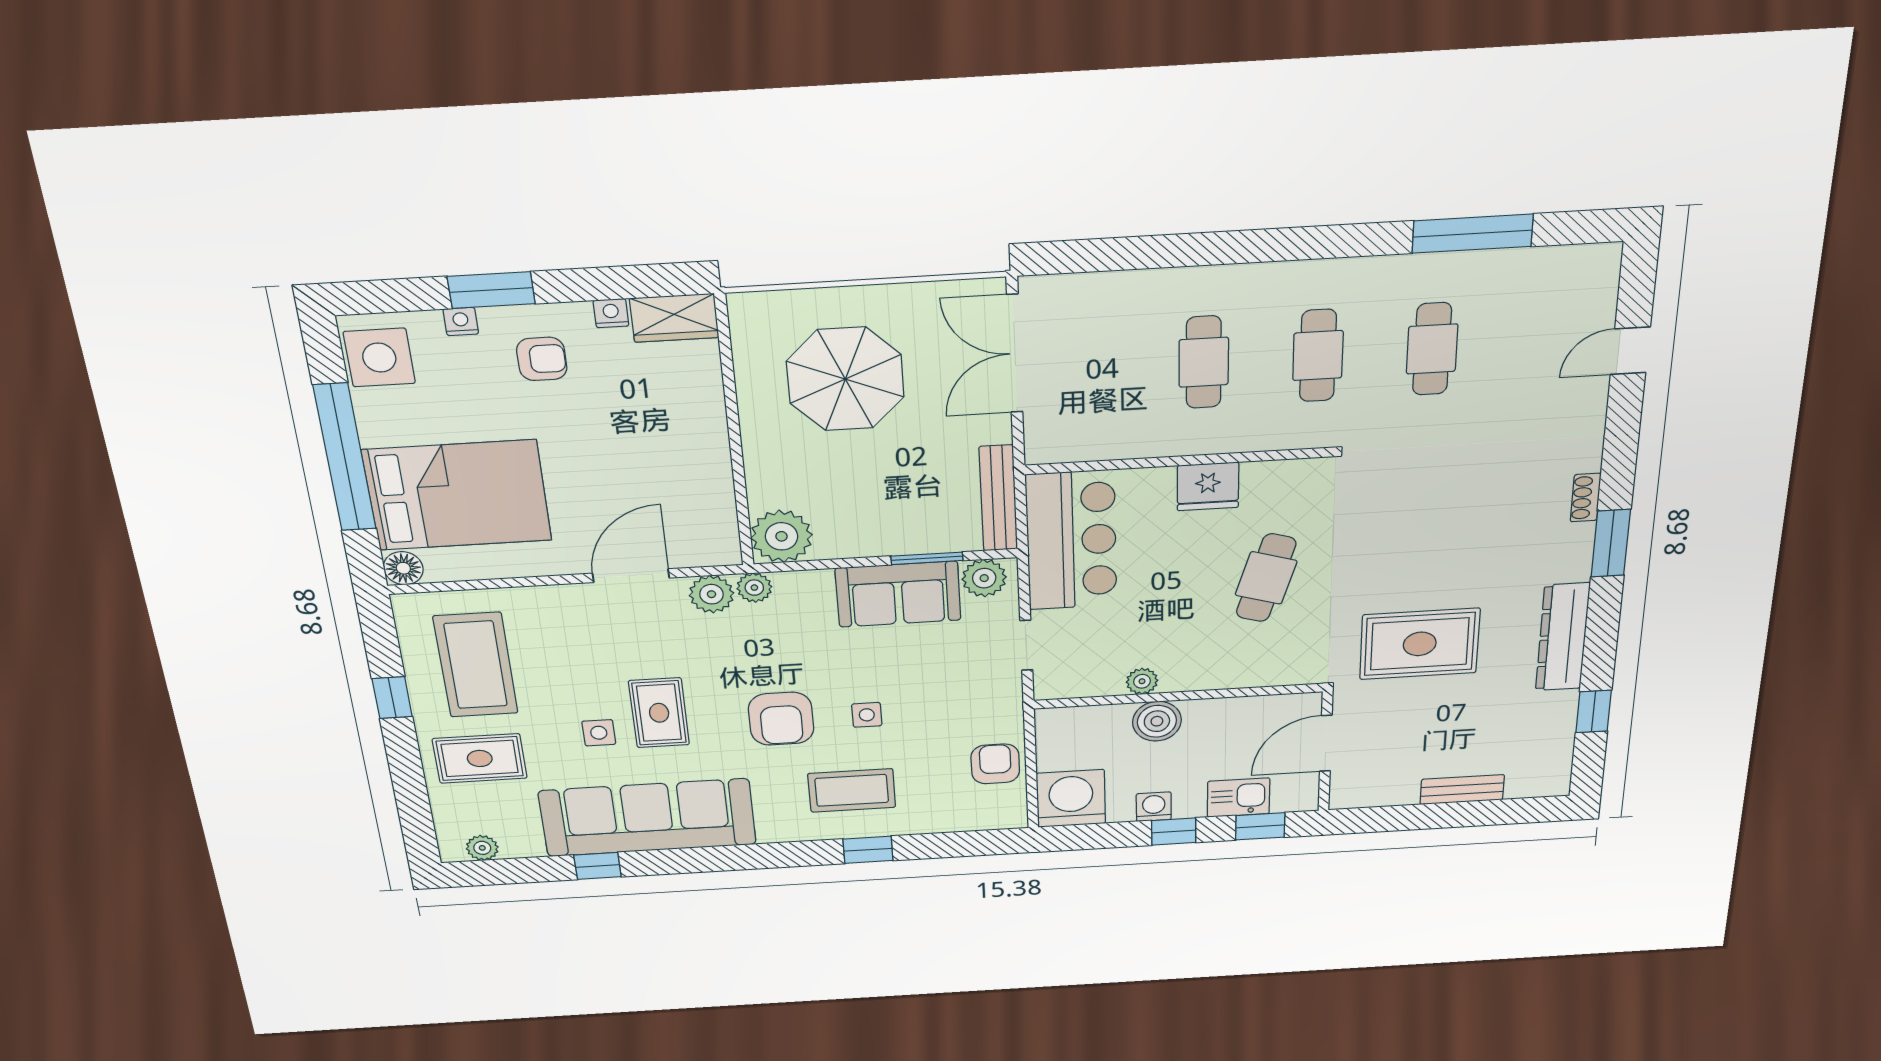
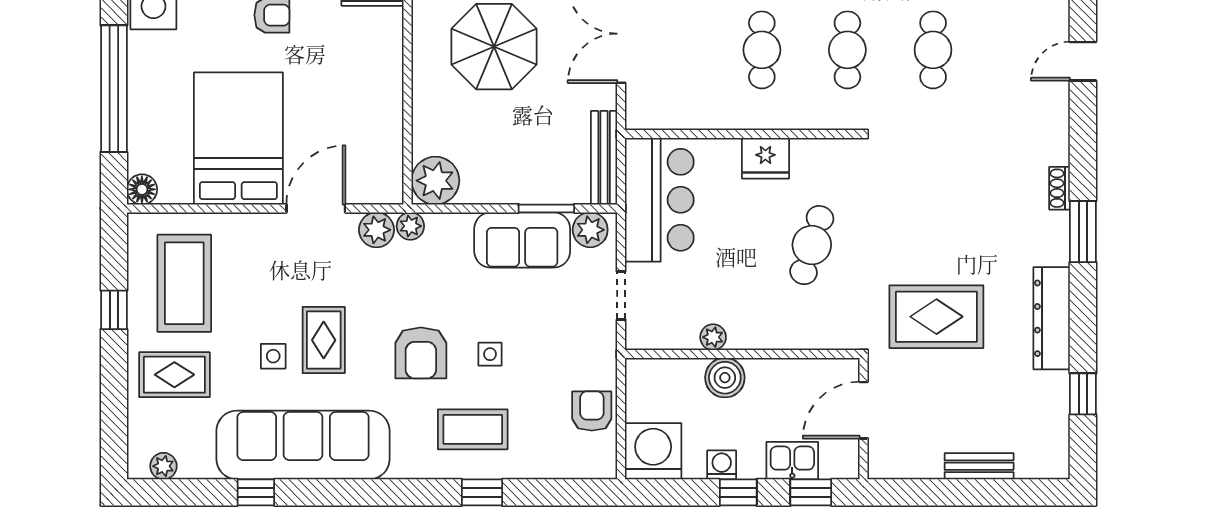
bed: (457, 495) -> (238, 138), moved, turned -90

